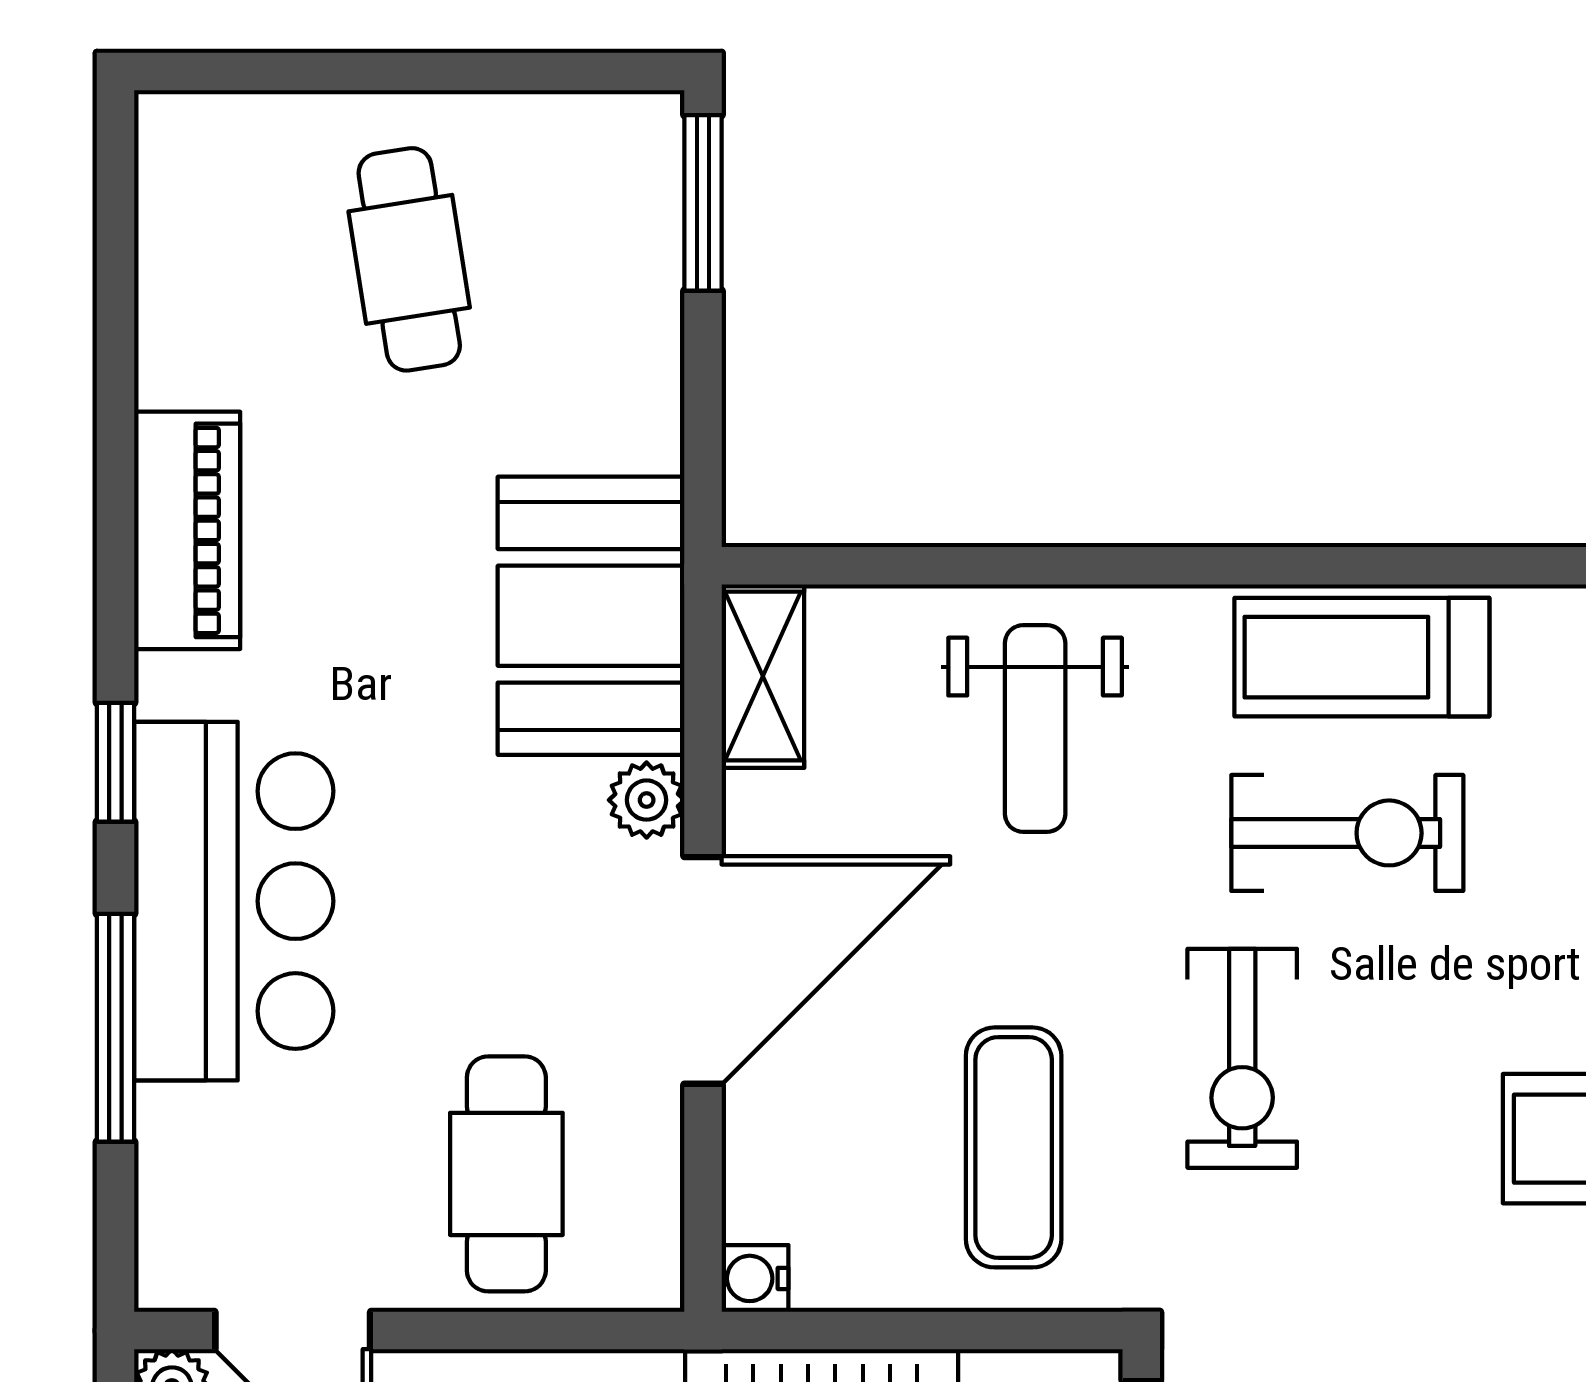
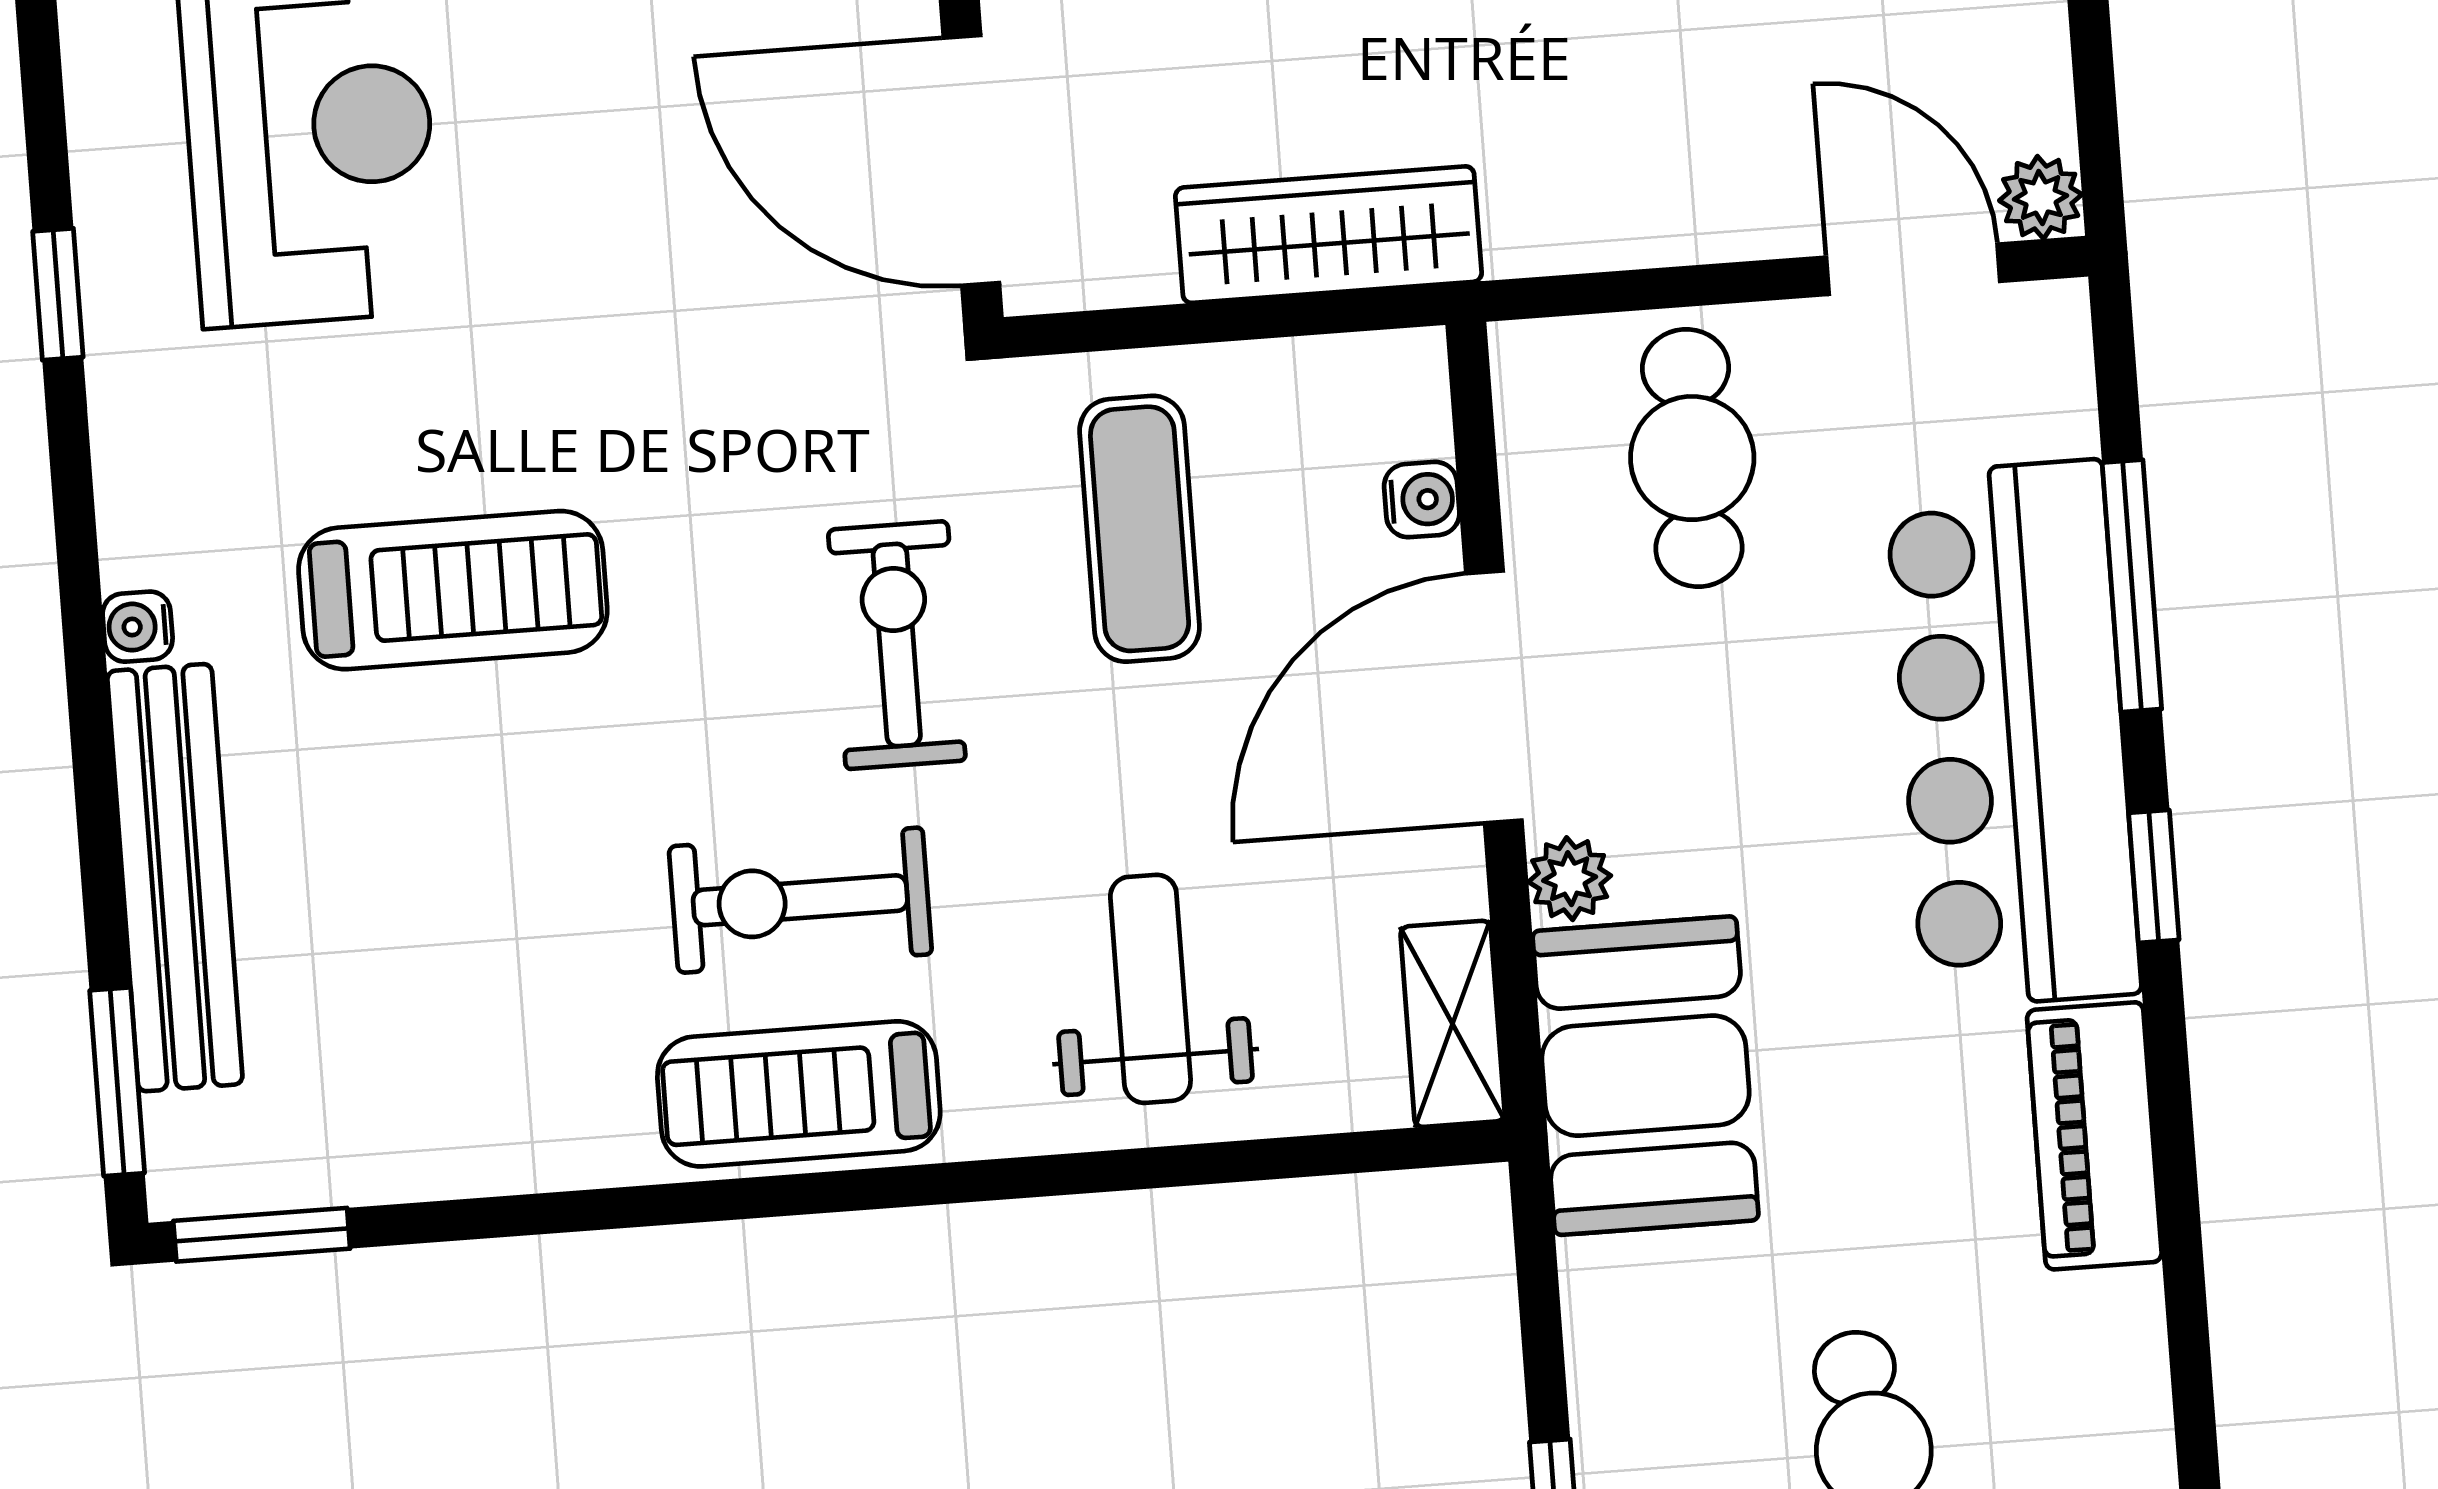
treadmill: (1362, 657) -> (799, 1094), turned 180
bar counter: (234, 901) -> (2013, 734), width x1.36
water cooler: (755, 1278) -> (1422, 500), moved

